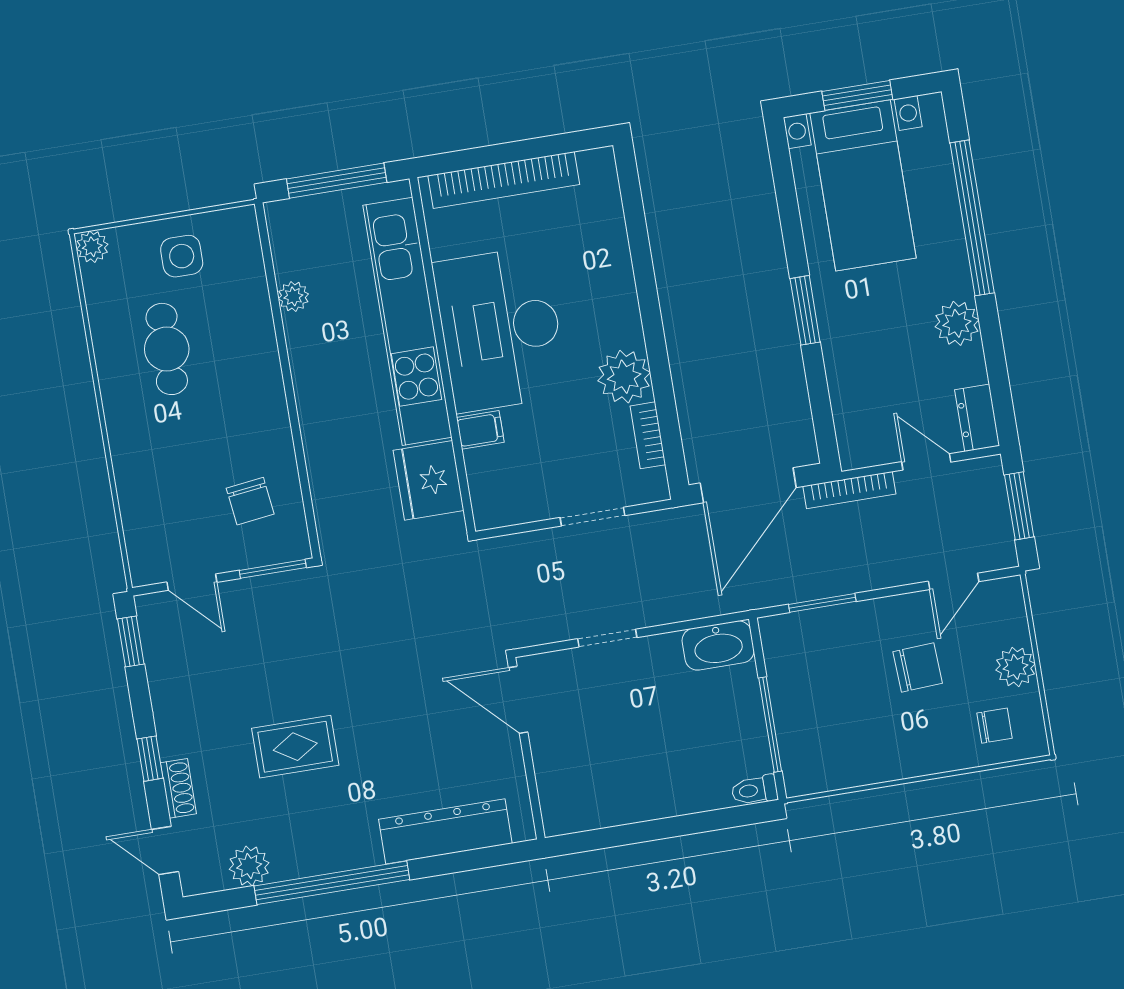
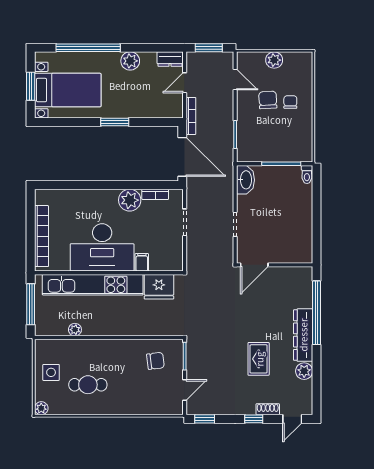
chair: (995, 726) -> (290, 102), moved
dresser: (445, 831) -> (303, 335), moved
plant: (249, 866) -> (304, 371), moved
window: (332, 883) -> (316, 313), moved

